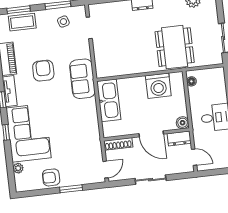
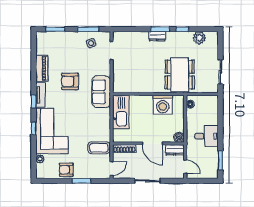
coffee table: (22, 22) -> (99, 148), moved
armchair: (43, 71) -> (70, 81), turned -90

